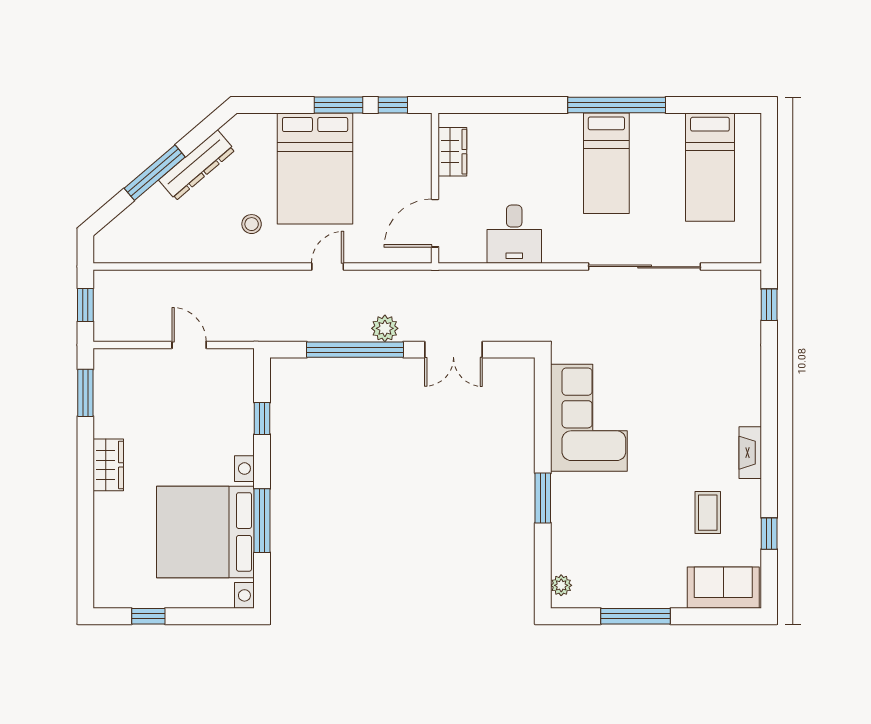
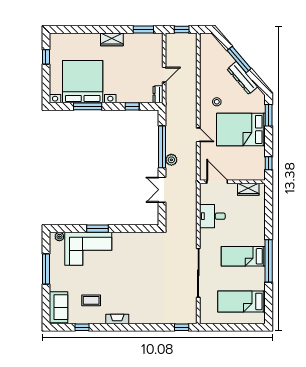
window: (338, 105) -> (269, 115), moved
dresser: (234, 359) -> (158, 94), added
corner sofa: (589, 418) -> (88, 249), moved

